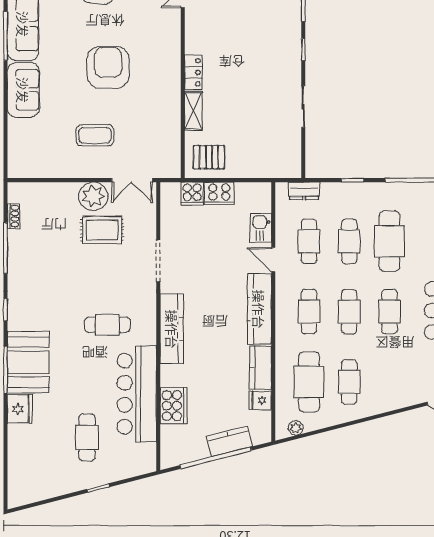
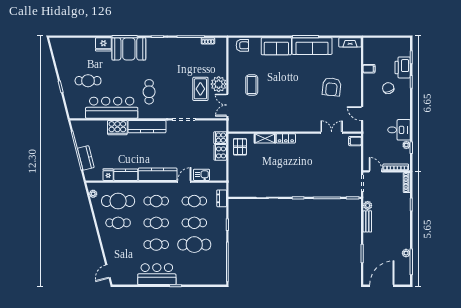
armchair: (108, 67) -> (242, 45), moved, width x0.53, depth x0.53
cooker: (173, 406) -> (117, 128), moved

